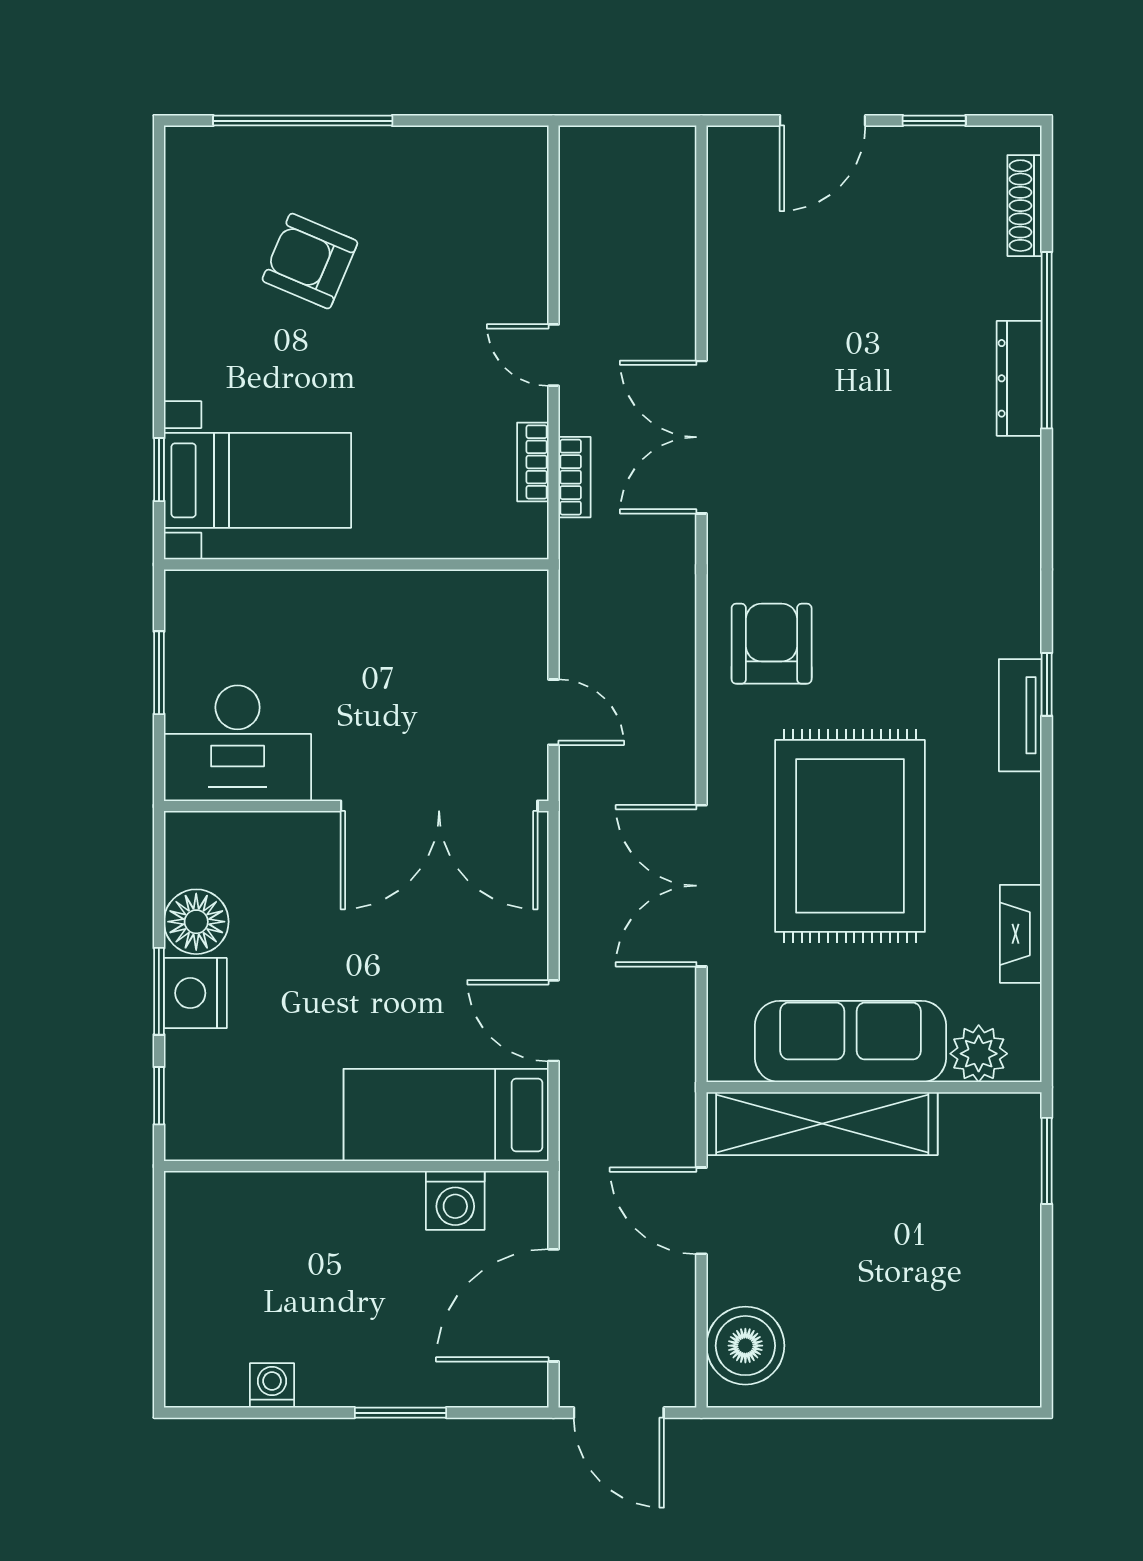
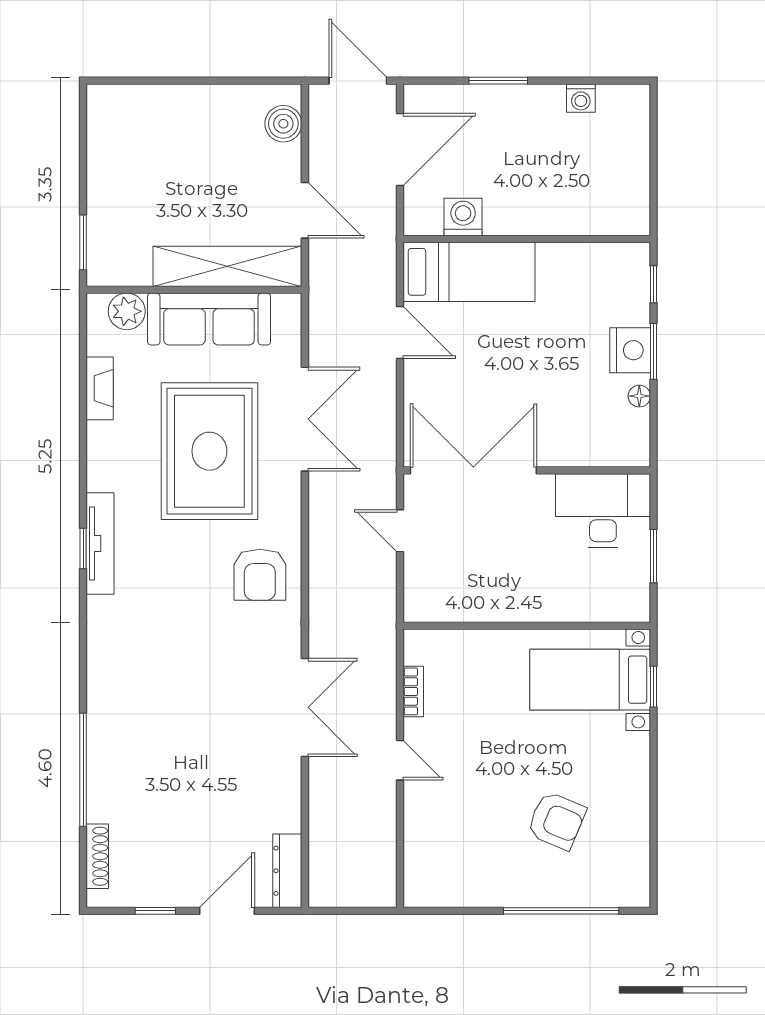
dresser: (1019, 378) -> (287, 871), moved, turned 180
bookcase: (575, 477) -> (386, 682), removed
tv unit: (1020, 715) -> (100, 544), width x1.41
floor lamp: (196, 922) -> (639, 396), width x0.53, depth x0.53
boiler: (745, 1346) -> (283, 124), width x0.73, depth x0.73

